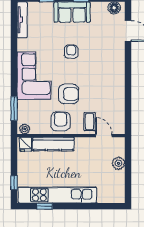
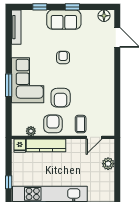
armchair: (69, 94) -> (61, 98), turned 90
window: (14, 109) -> (9, 85), moved
plant: (25, 129) -> (31, 131), moved
door: (104, 136) -> (94, 137), swing flipped

